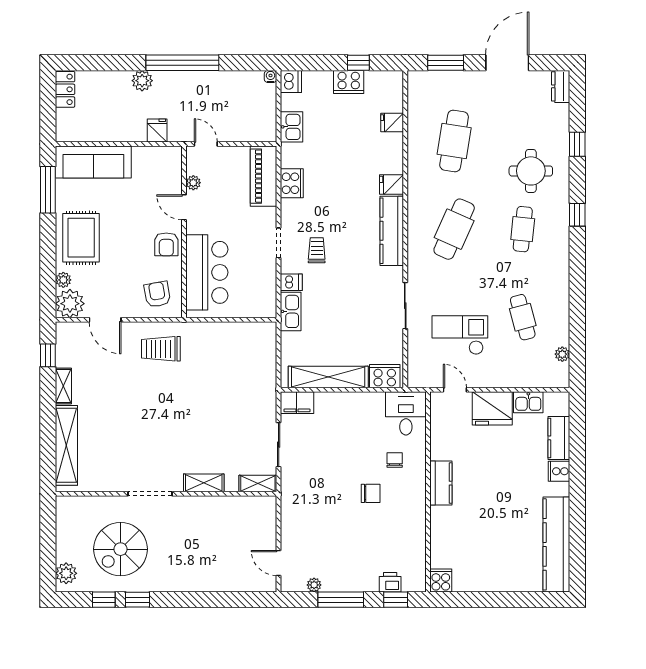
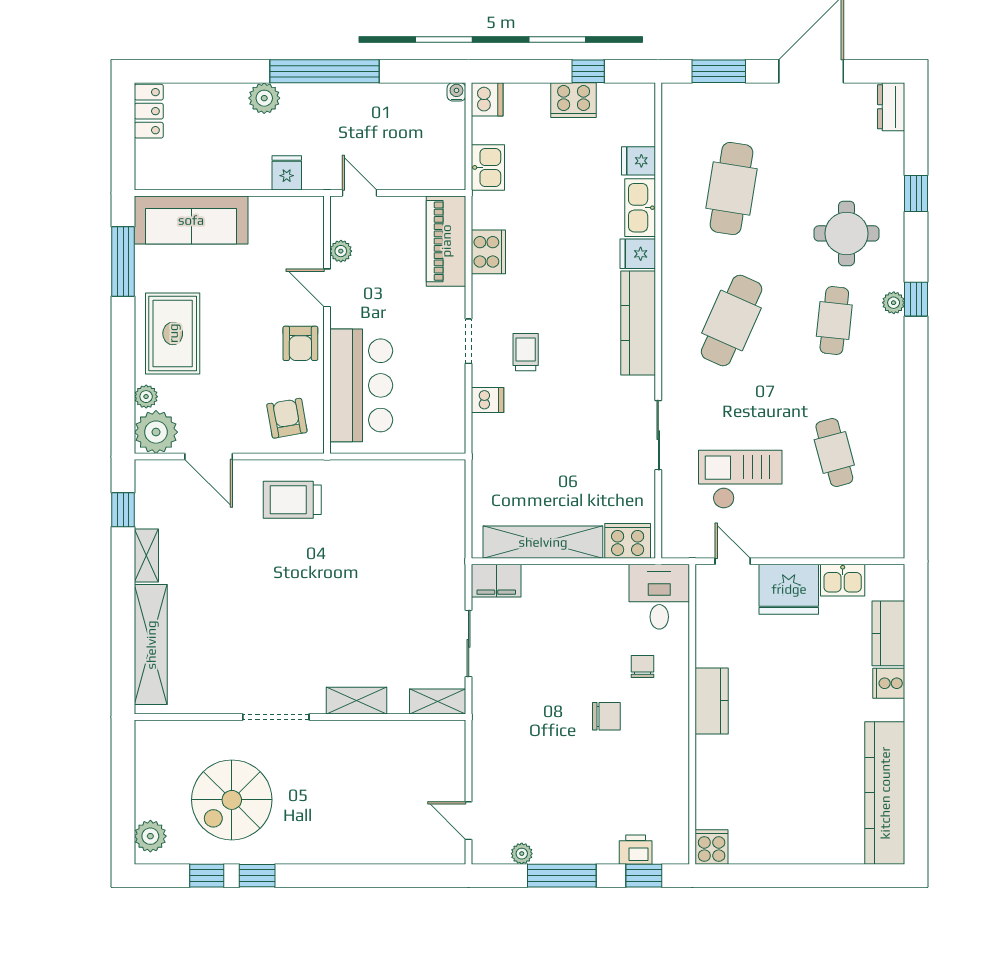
kitchen sink: (291, 311) -> (640, 208), moved, turned 180
plant: (562, 354) -> (894, 303), moved

